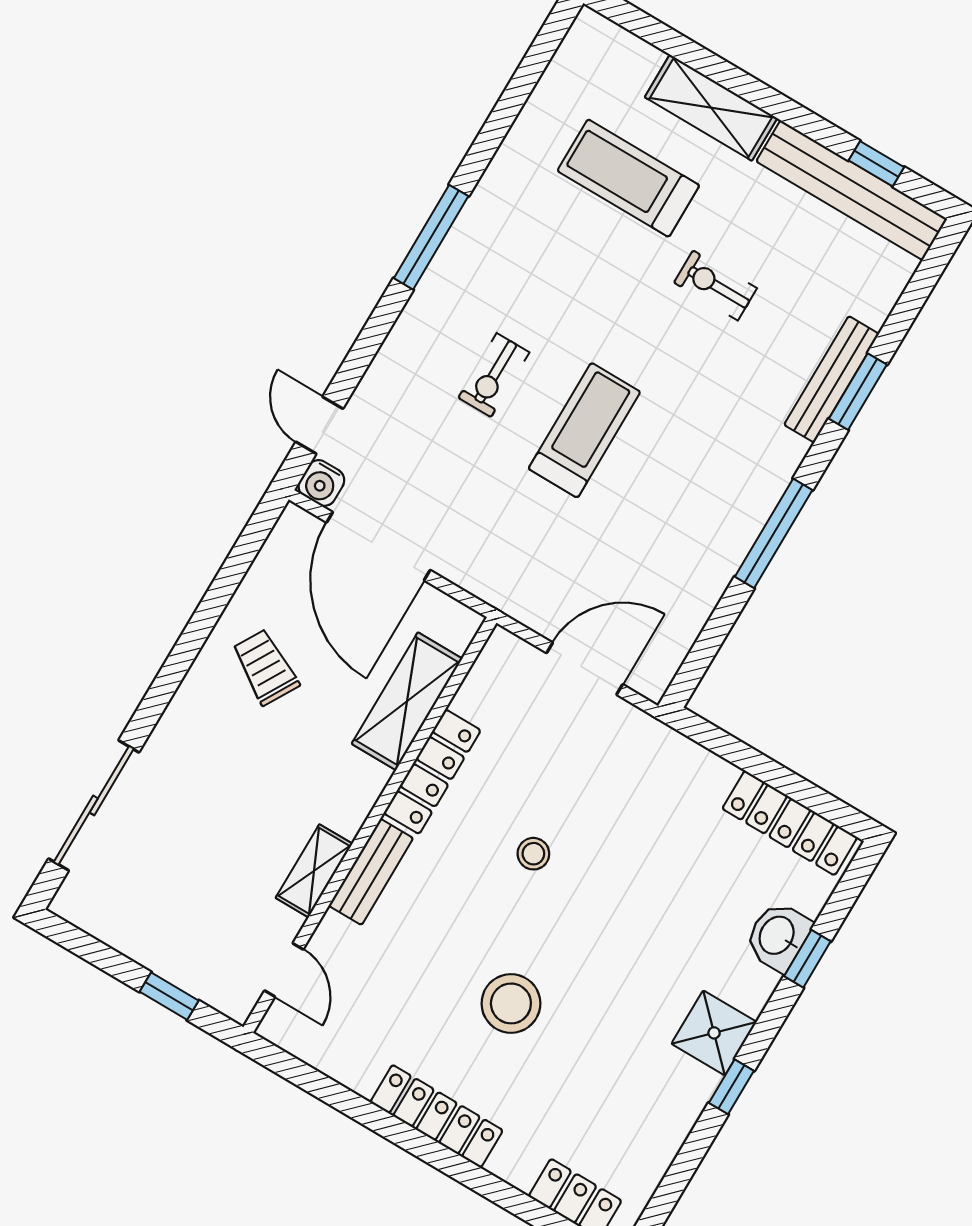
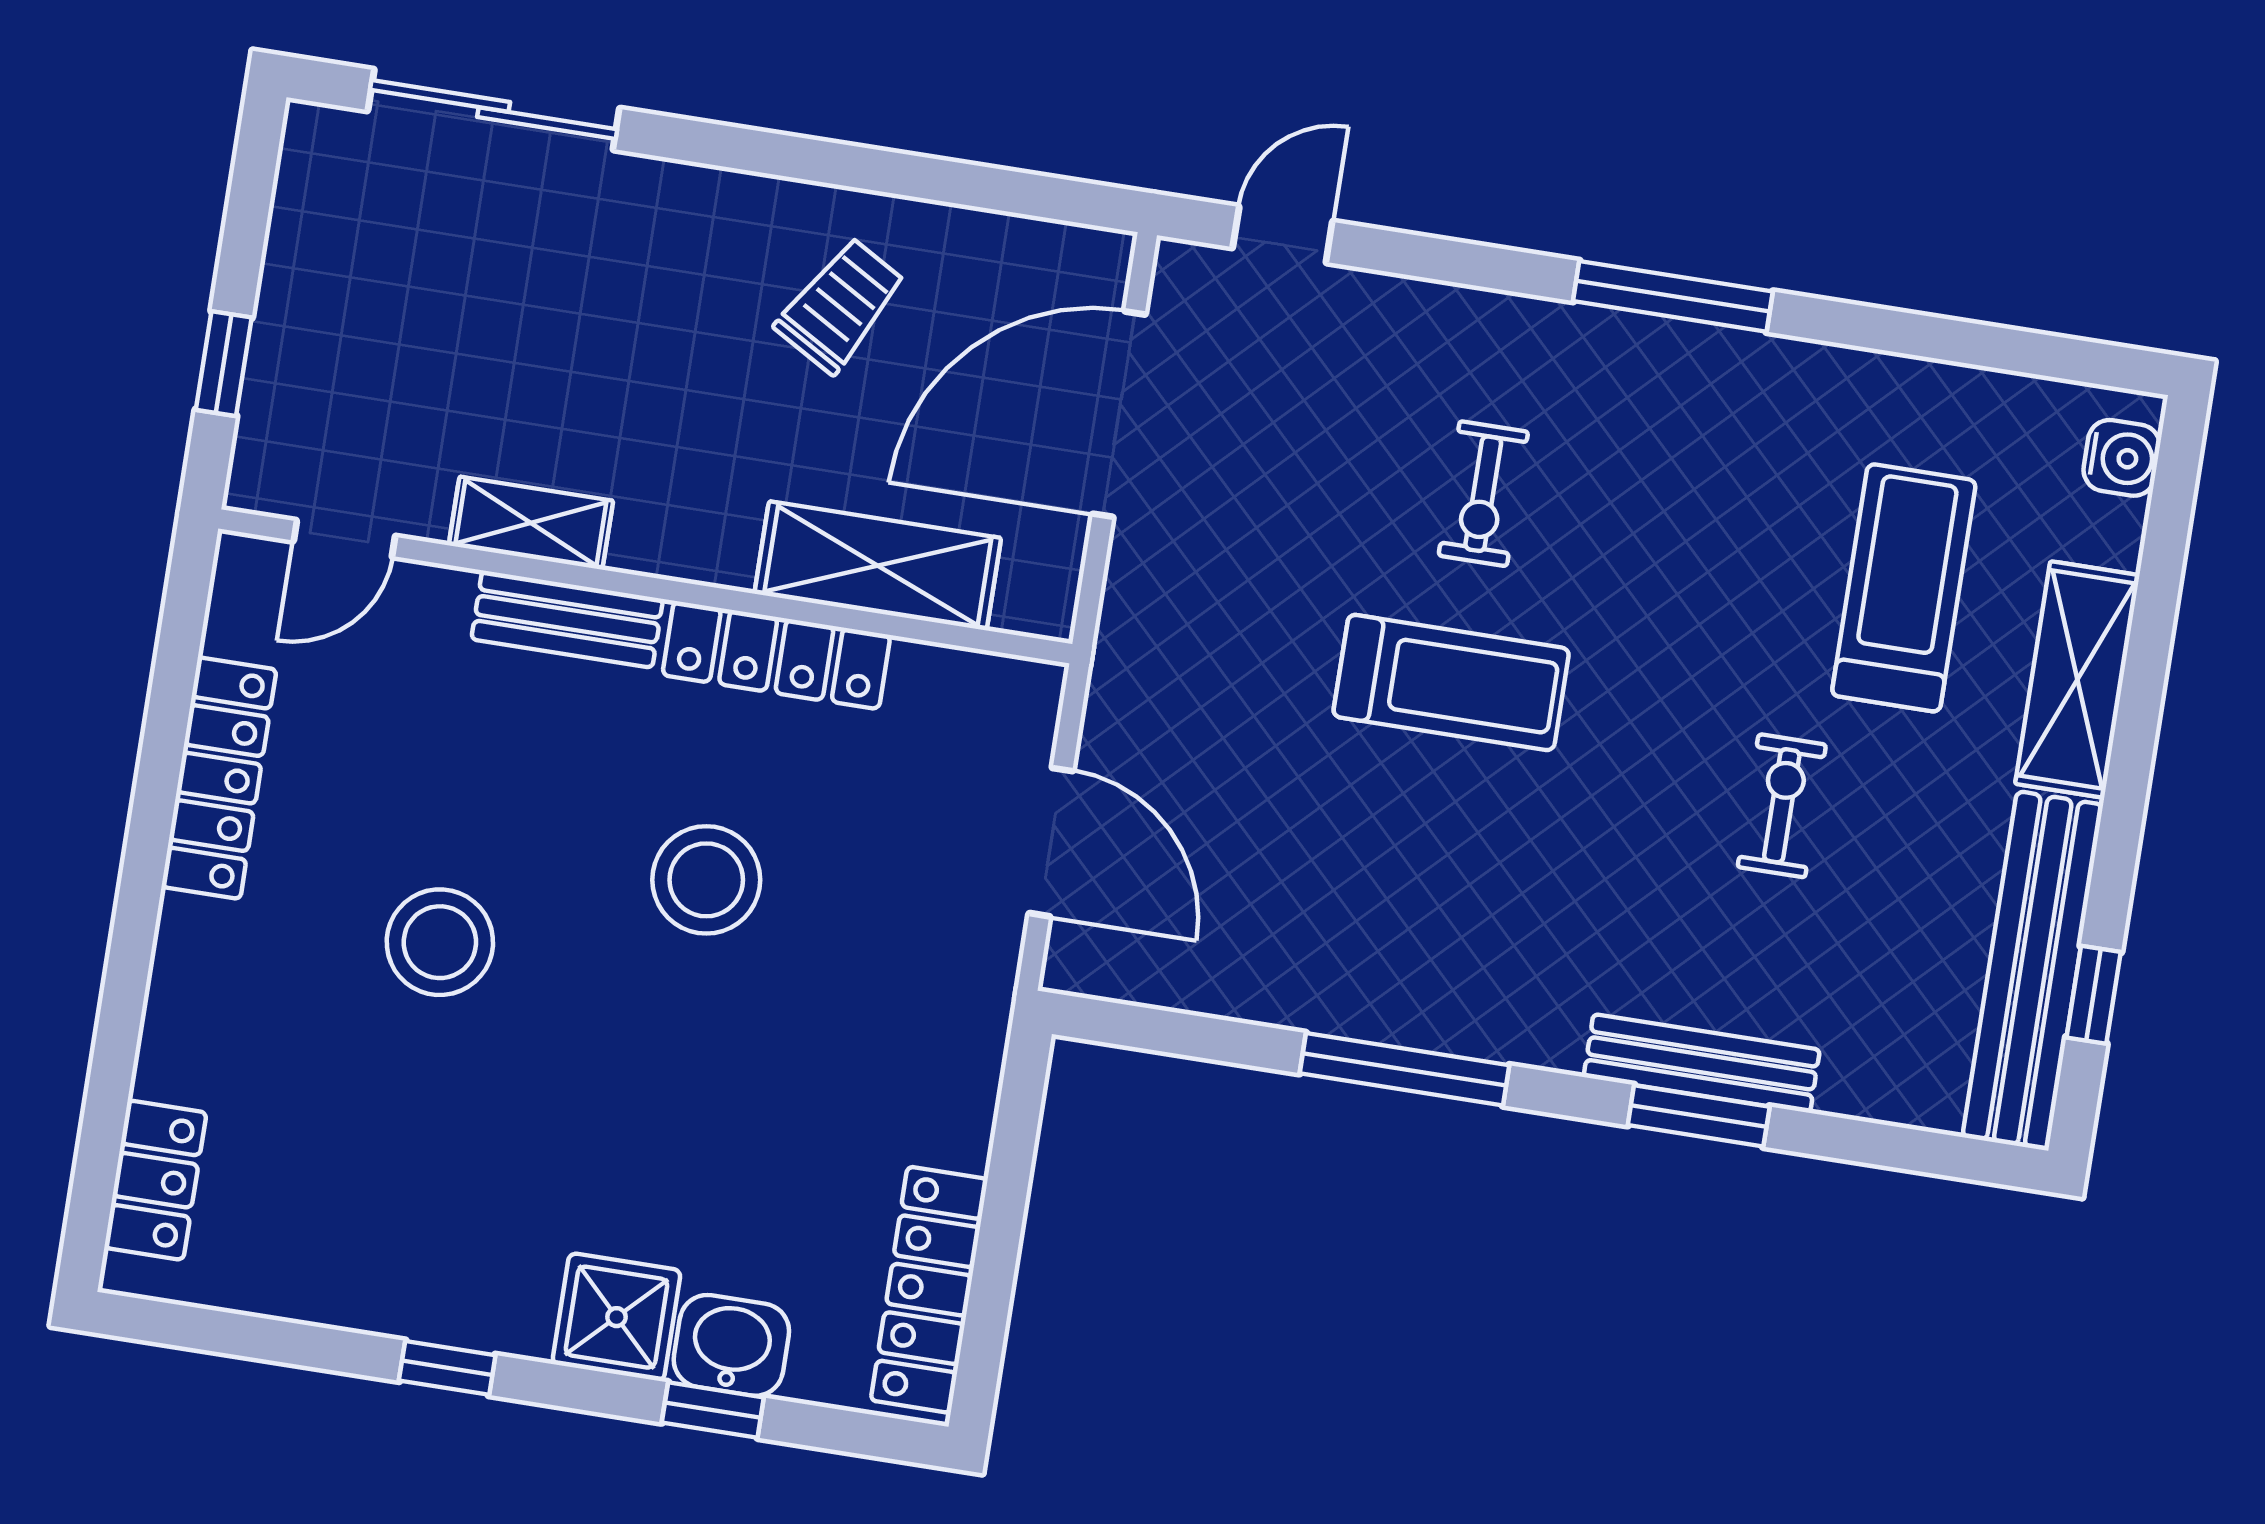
exercise bike: (494, 375) -> (1483, 494), turned -90
water cooler: (321, 483) -> (2122, 458), moved, turned 180
stool: (533, 854) -> (706, 880), width x1.89, depth x1.89
shower: (714, 1033) -> (617, 1317), moved
locker: (437, 1116) -> (219, 778), moved

